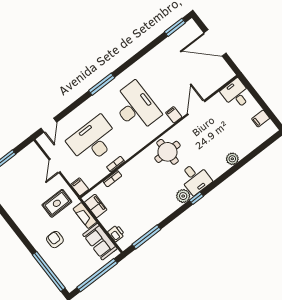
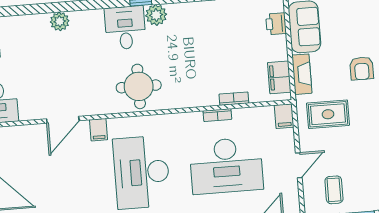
coffee table: (27, 165) -> (334, 190), added

